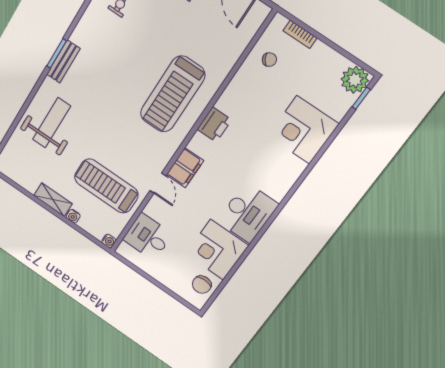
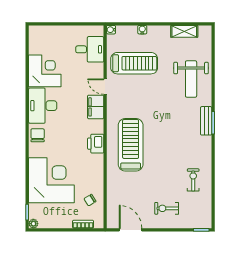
plant: (355, 80) -> (33, 224), width x0.53, depth x0.53
corner desk: (303, 130) -> (51, 180), width x1.36, depth x1.36
shelving: (53, 200) -> (184, 31), moved
chair: (202, 285) -> (38, 135), moved

